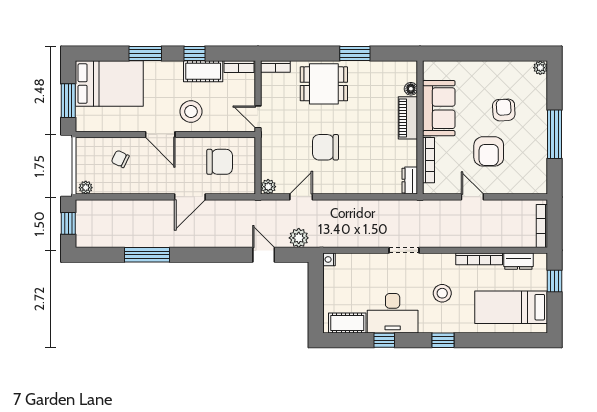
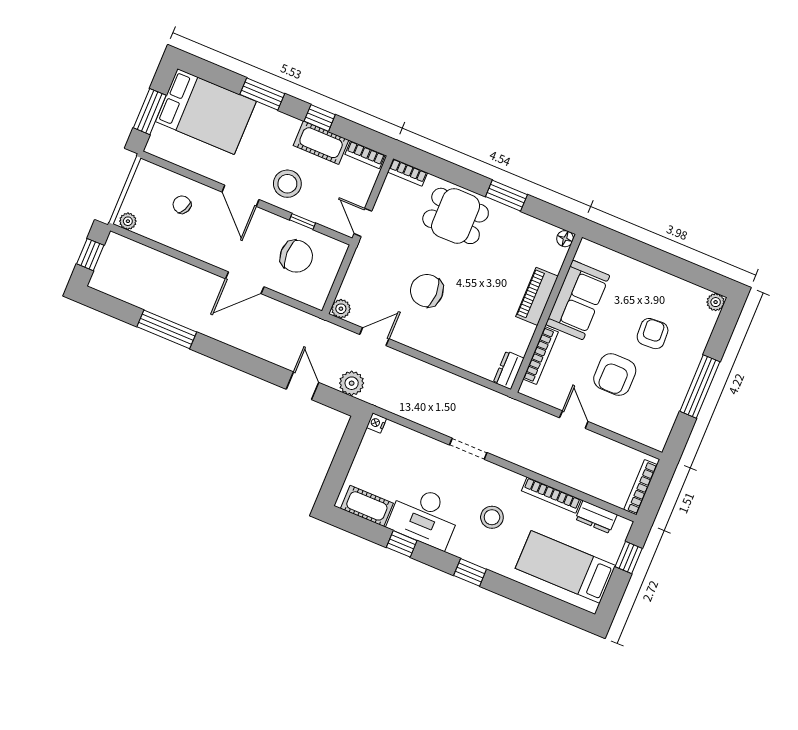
floor lamp: (411, 89) -> (565, 239), moved
window: (214, 135) -> (302, 222), added

